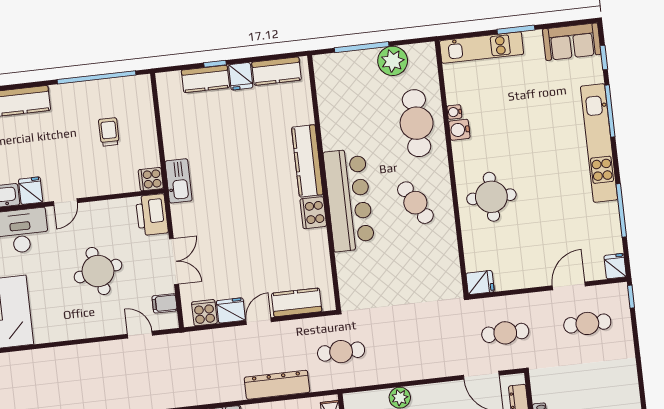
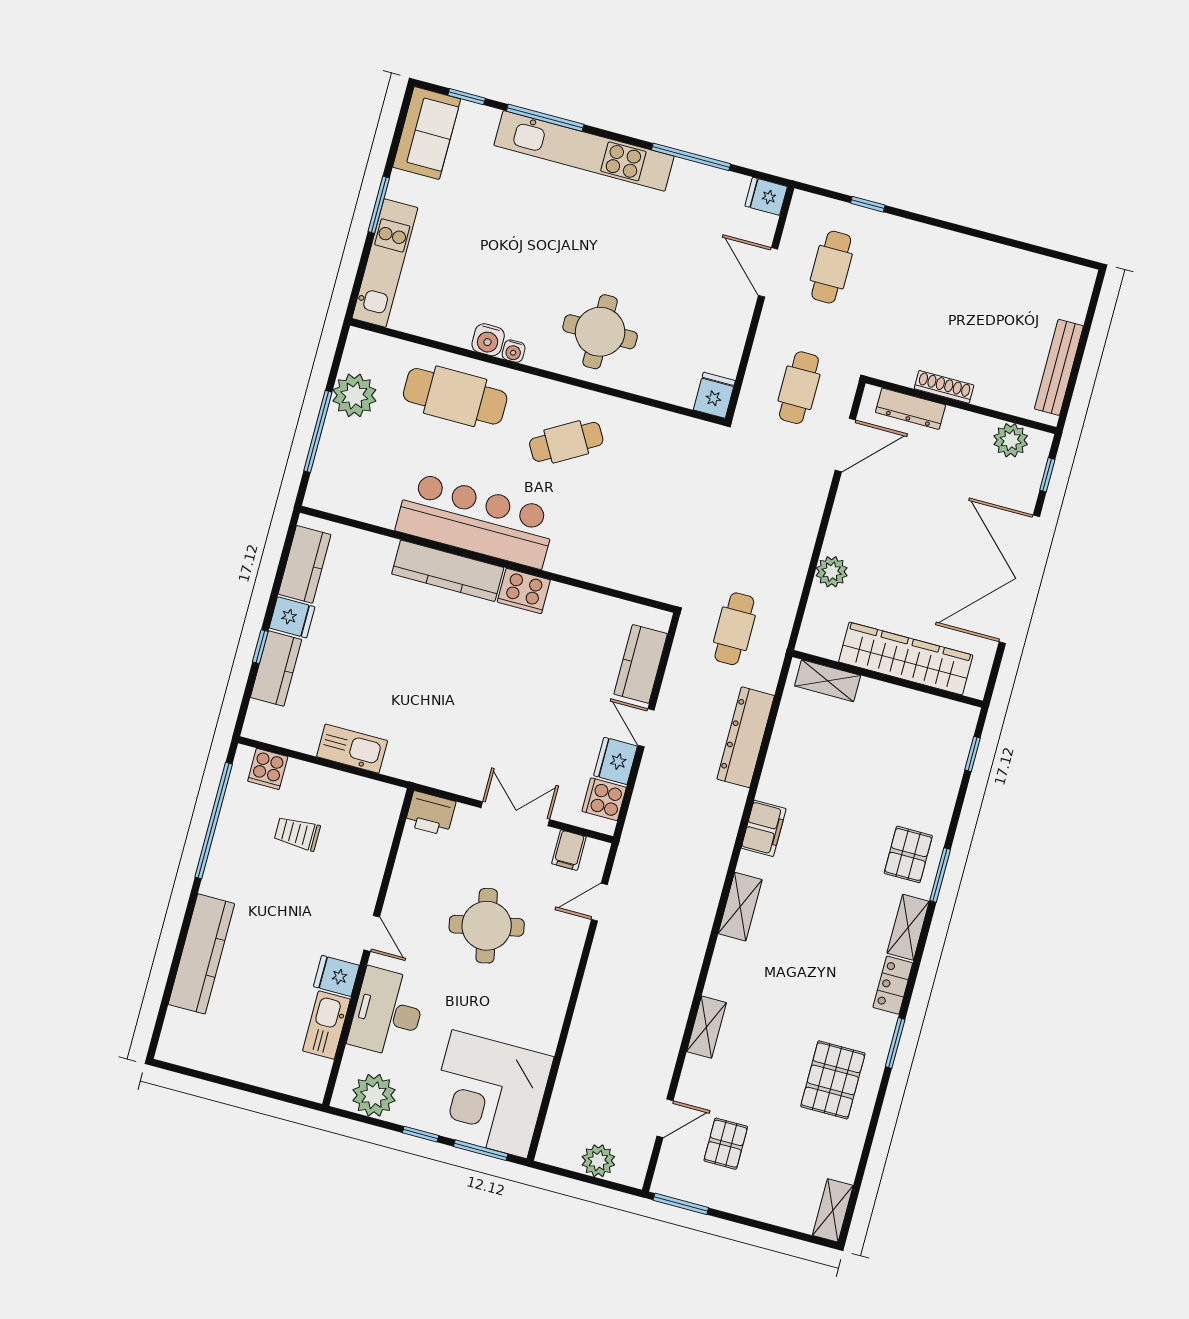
water cooler: (454, 112) -> (514, 351), moved
cooker: (151, 179) -> (268, 769), moved
kitchen sink: (179, 181) -> (352, 749), moved
bar counter: (349, 200) -> (476, 520), moved
printer: (152, 215) -> (430, 813), width x0.73, depth x0.84
window: (631, 297) -> (868, 204), moved

